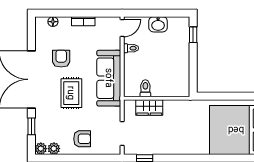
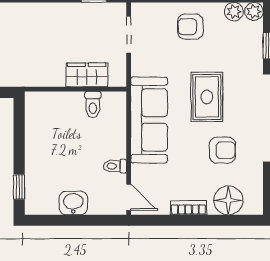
floor lamp: (53, 22) -> (228, 200), width x1.89, depth x1.89
door: (122, 28) -> (129, 197), swing flipped
armchair: (61, 59) -> (222, 150), turned -90

